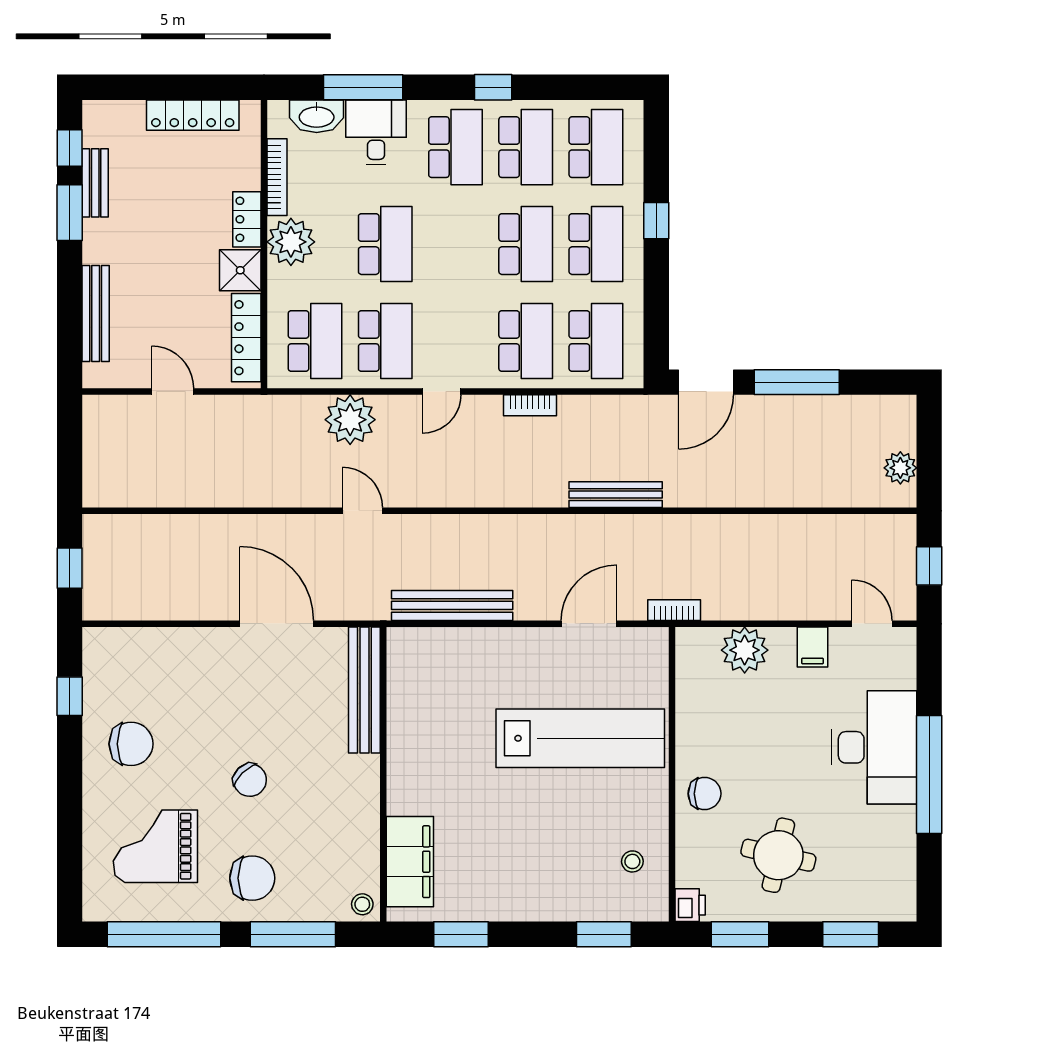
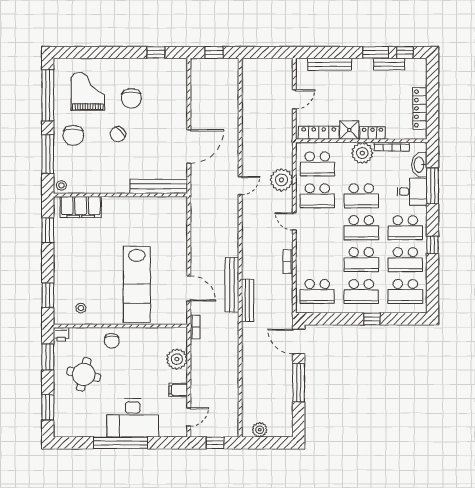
school desk: (526, 341) -> (361, 228), moved
bench: (452, 605) -> (232, 285), moved
chair: (131, 744) -> (131, 98), moved

